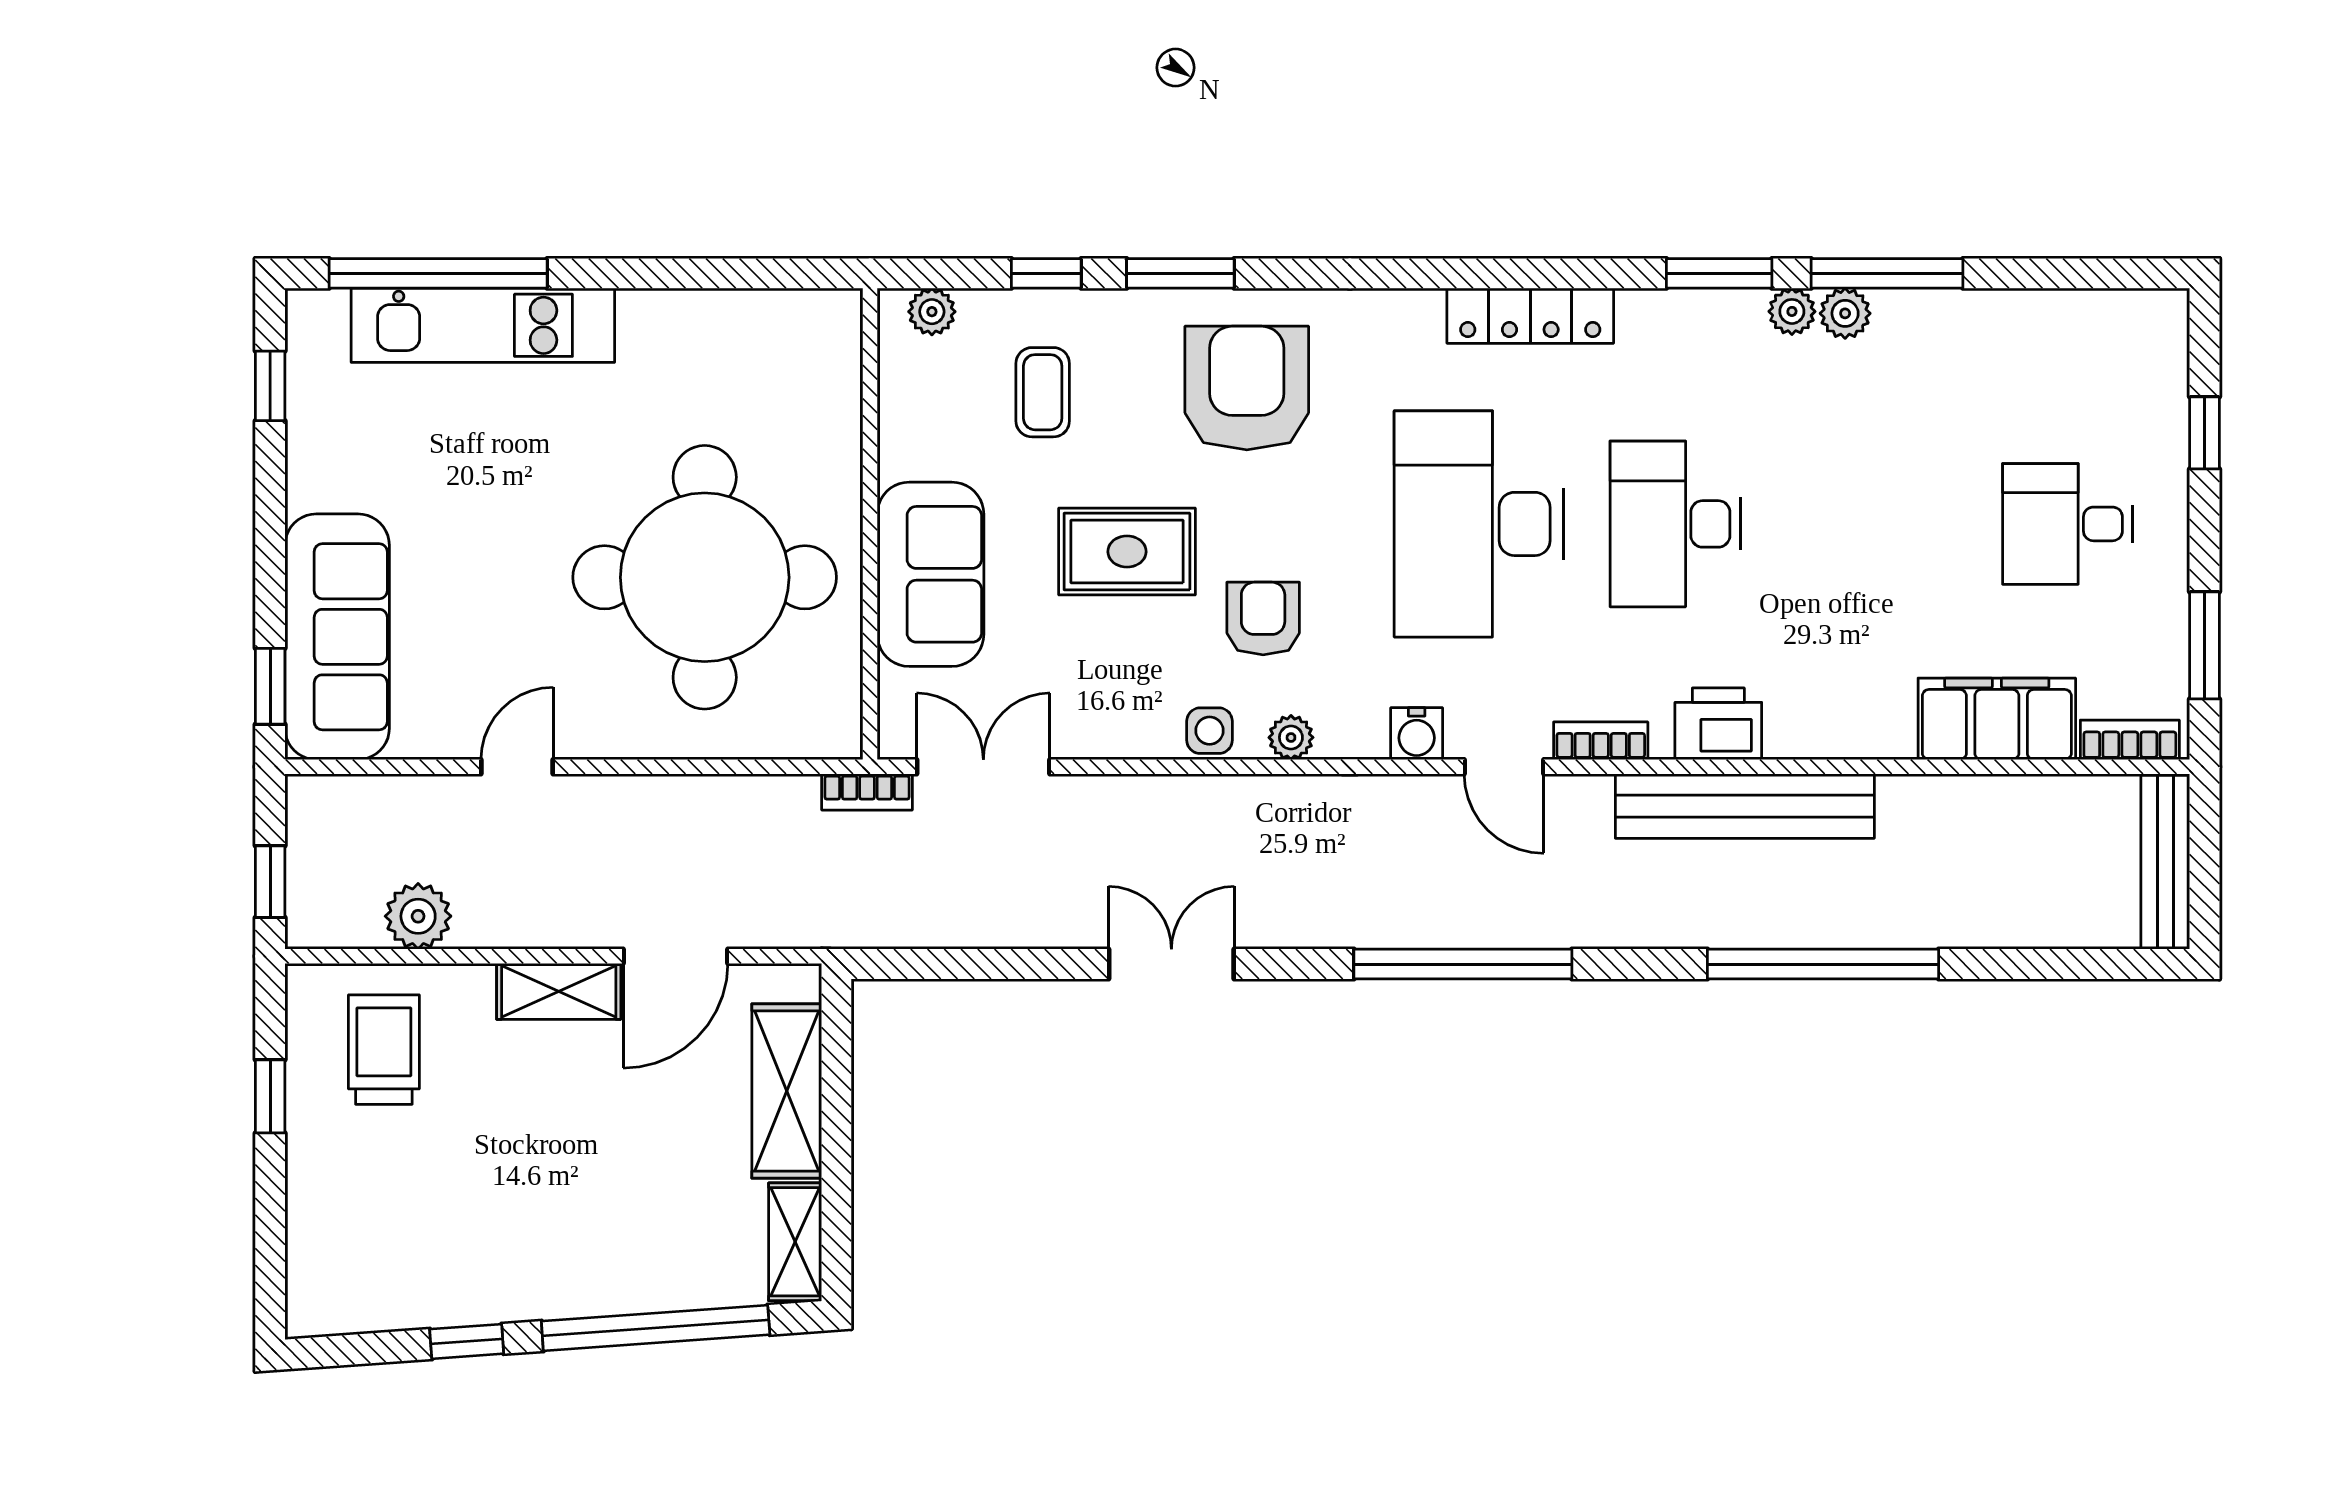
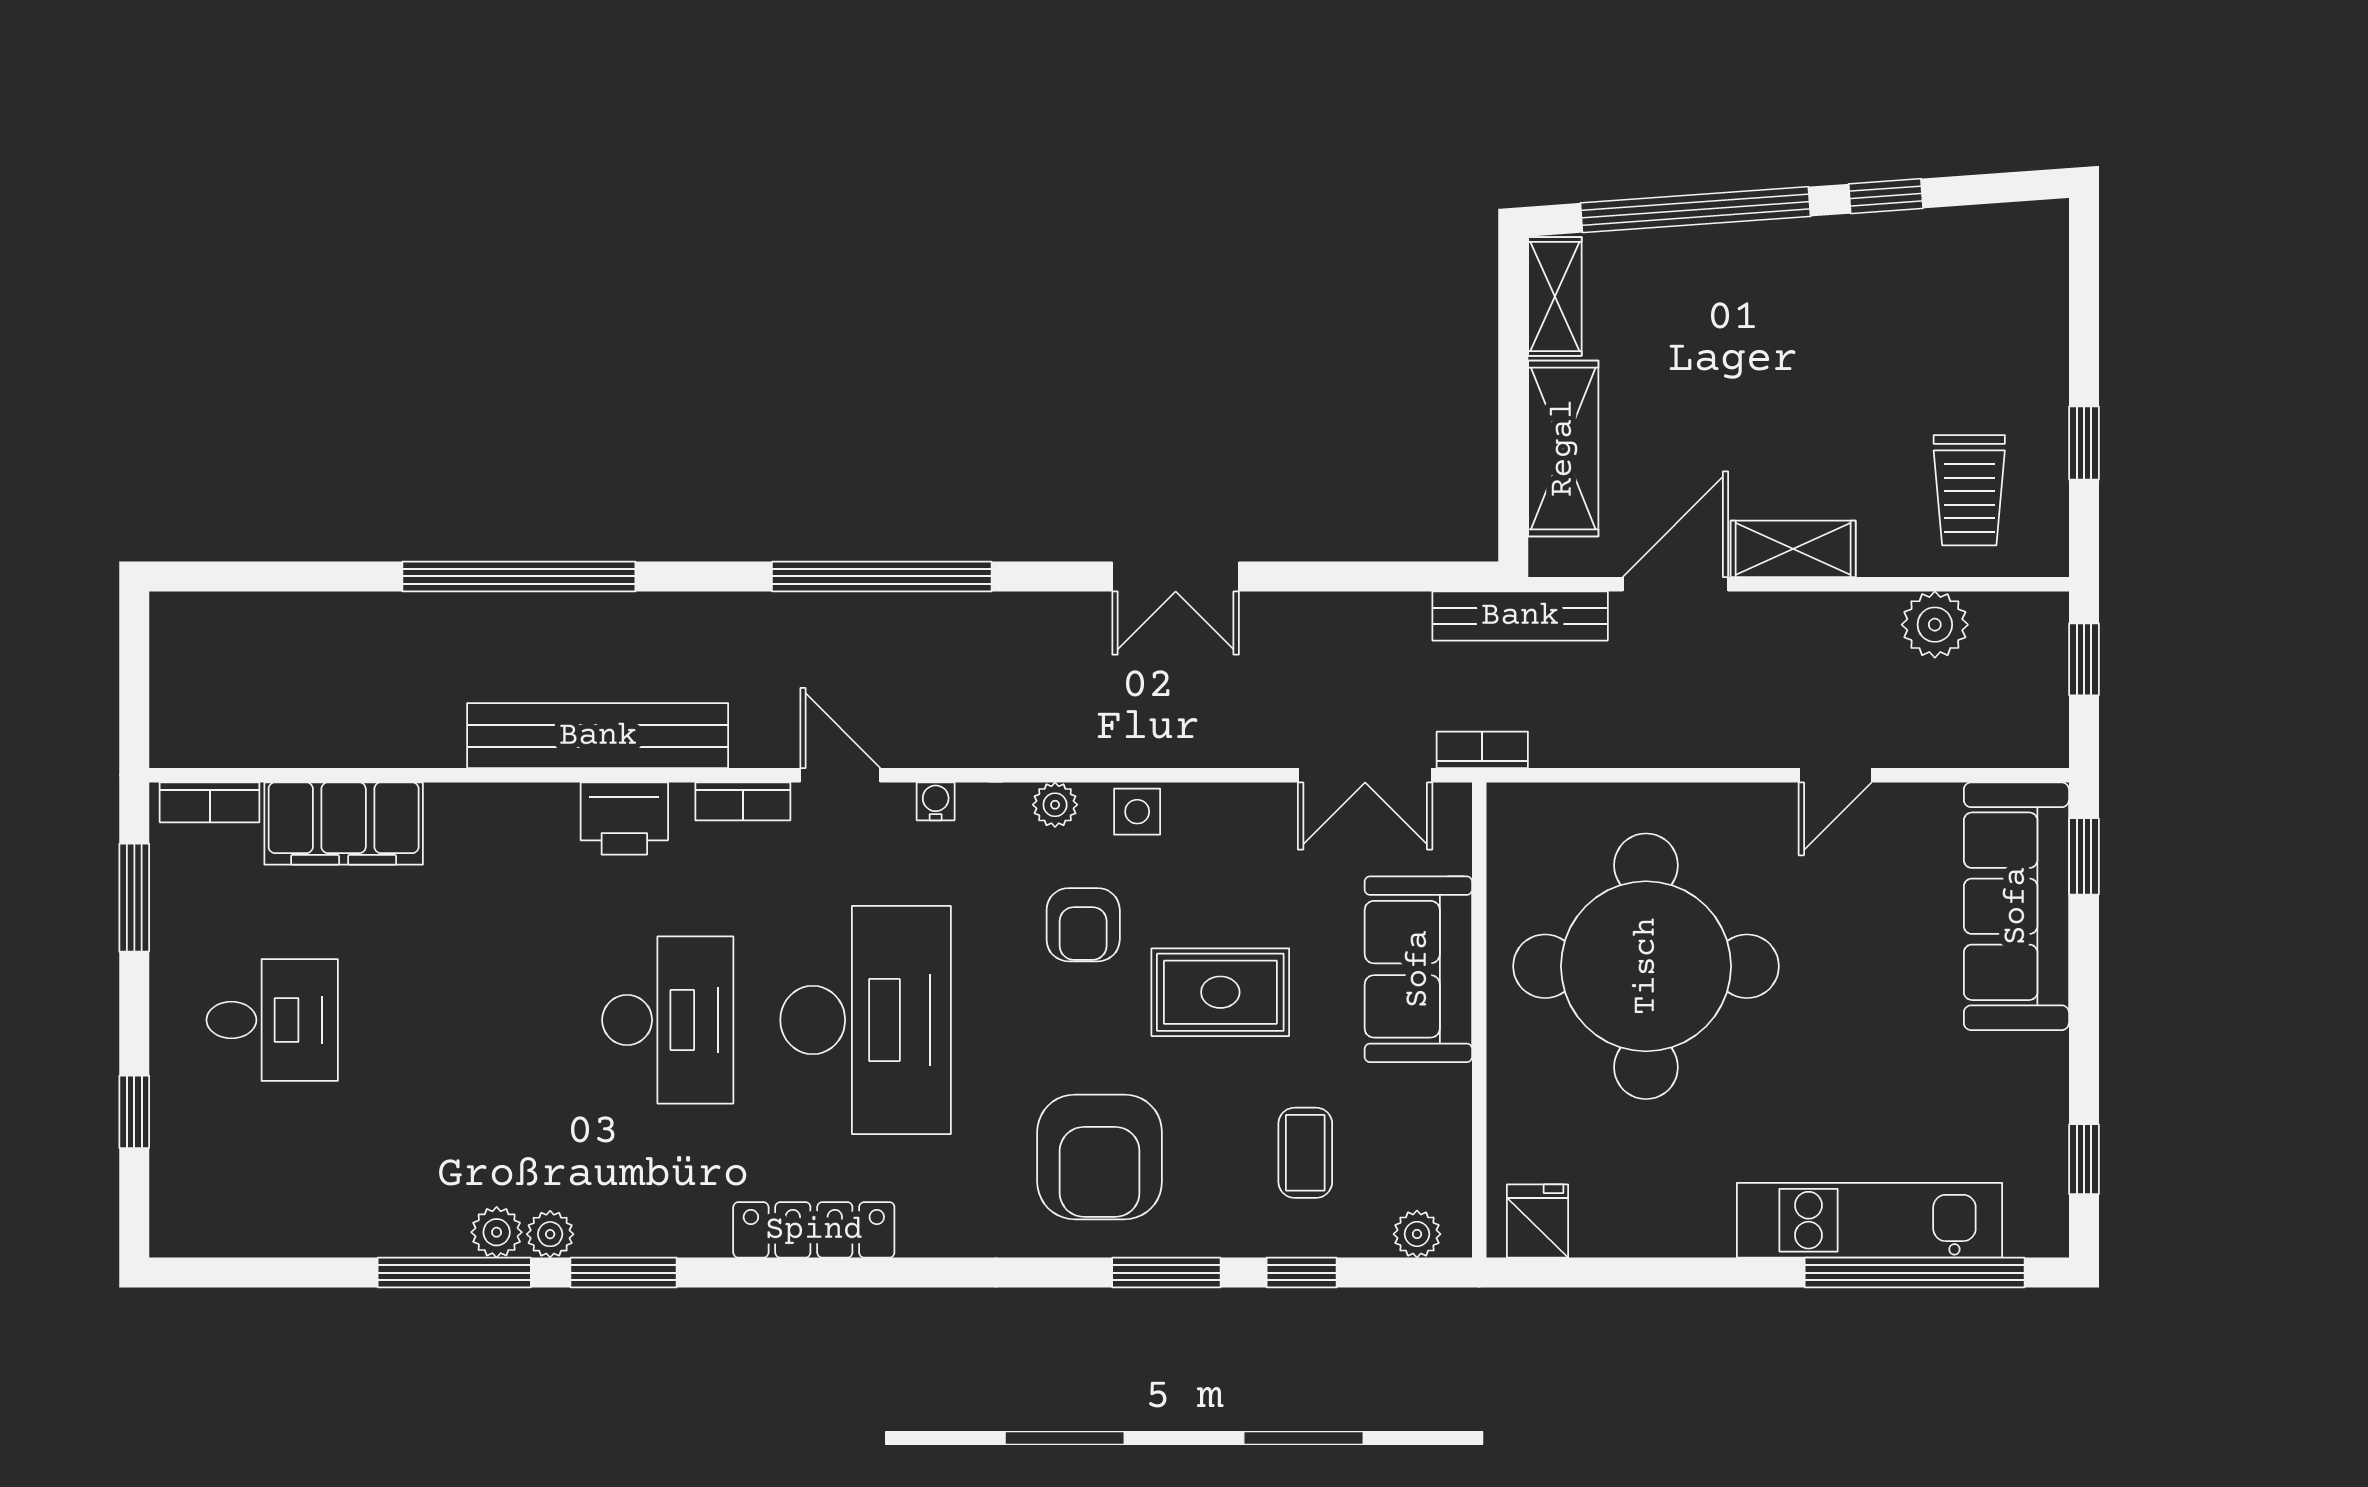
fridge: (812, 324) -> (1538, 1221), added
water cooler: (1417, 734) -> (936, 801), width x0.72, depth x0.72
bench: (2165, 862) -> (1520, 616), moved, turned 90

